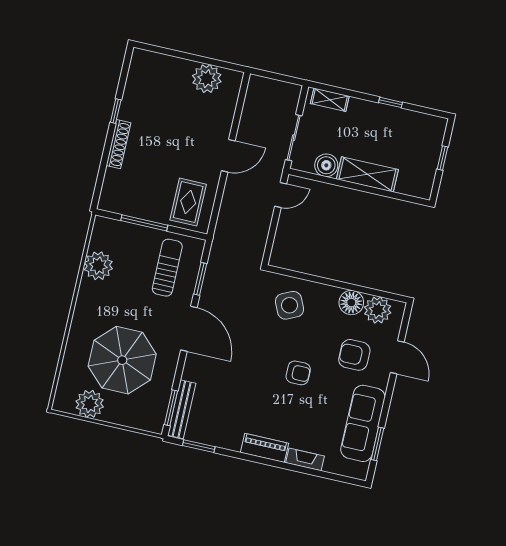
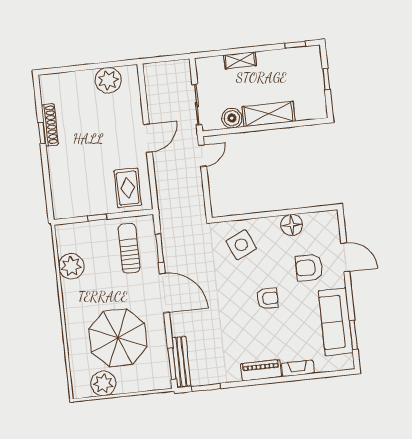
shelving: (330, 100) -> (240, 60), moved
window: (390, 102) -> (295, 45), moved
shoe rack: (119, 144) -> (50, 125), moved
window: (144, 223) -> (97, 218), width x0.46
plant: (378, 310) -> (316, 224), removed

